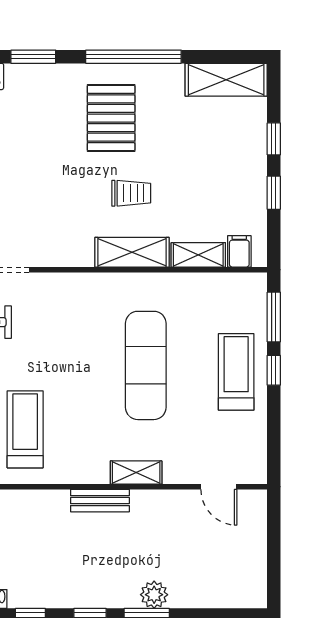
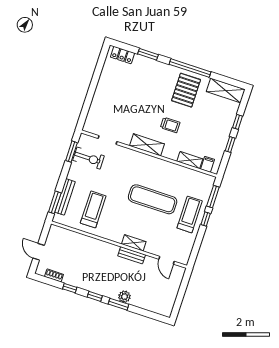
pallet: (111, 118) -> (186, 90), moved
shelving: (132, 252) -> (147, 145), moved
exercise mat: (146, 365) -> (153, 199), turned 90
bench: (100, 501) -> (132, 255), moved

